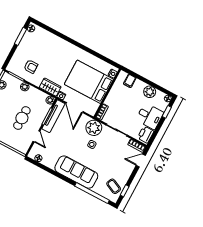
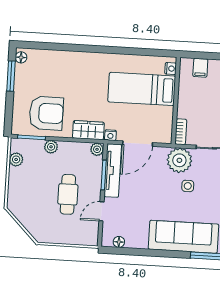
armchair: (31, 67) -> (46, 113), width x1.88, depth x1.88
bed: (89, 82) -> (142, 89), width x0.67
door: (74, 108) -> (138, 144), hinge flipped
door: (36, 136) -> (101, 211), swing flipped

